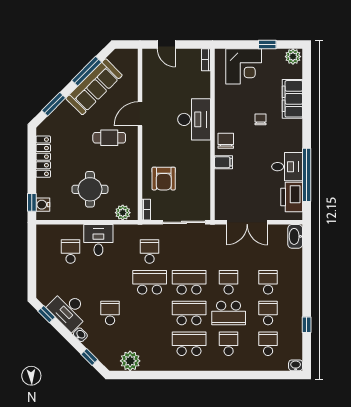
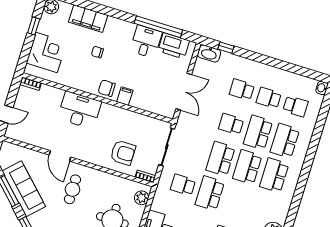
school desk: (229, 313) -> (258, 132), turned 180
window: (307, 325) -> (226, 48), moved
school desk: (229, 344) -> (285, 141), width x1.85
school desk: (268, 344) -> (296, 106), turned 180

